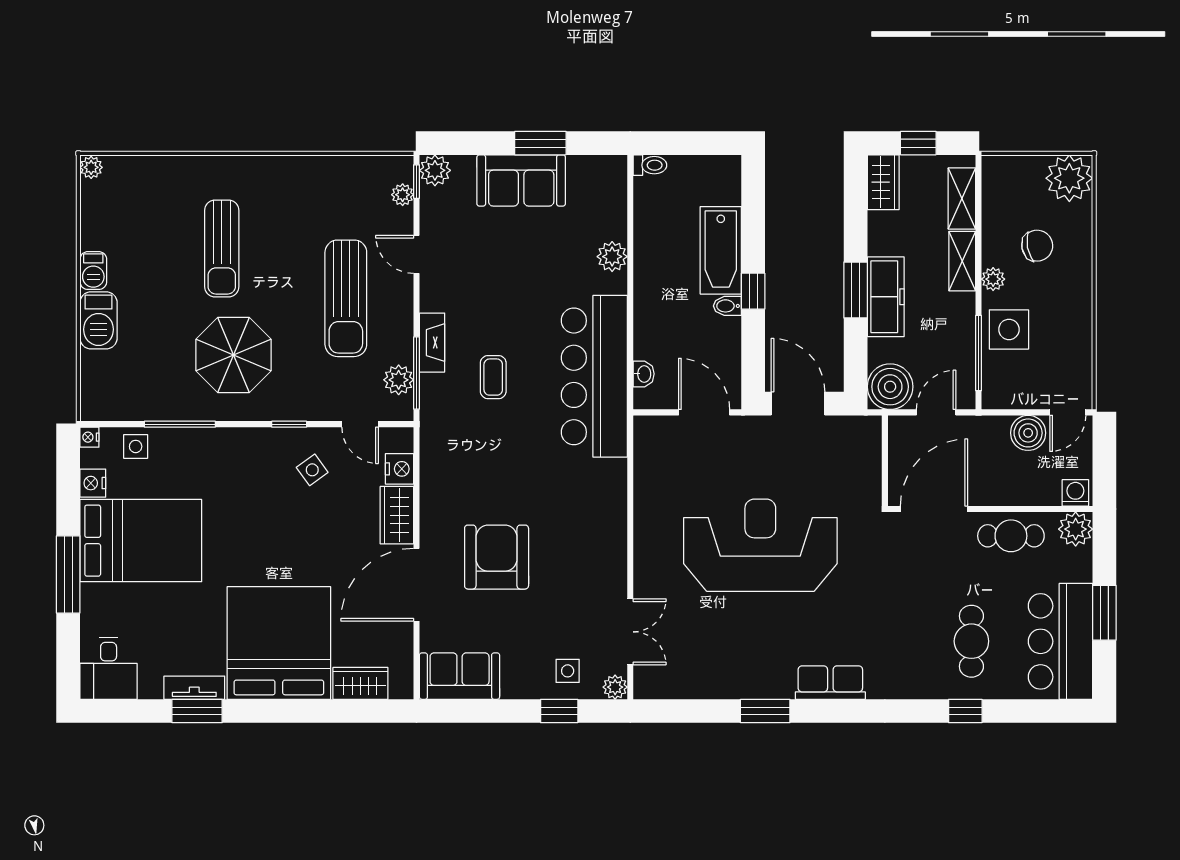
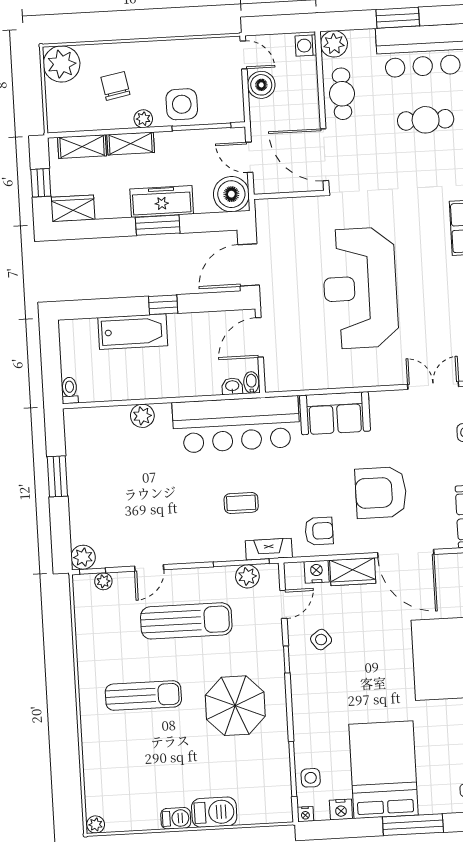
sofa: (521, 180) -> (335, 413), moved, turned 90
sun lounger: (222, 249) -> (143, 696), moved
bidet: (727, 306) -> (251, 382), moved, turned 180
fireplace: (432, 343) -> (269, 549), moved
window: (180, 424) -> (293, 769), moved
armchair: (452, 475) -> (319, 531), added

